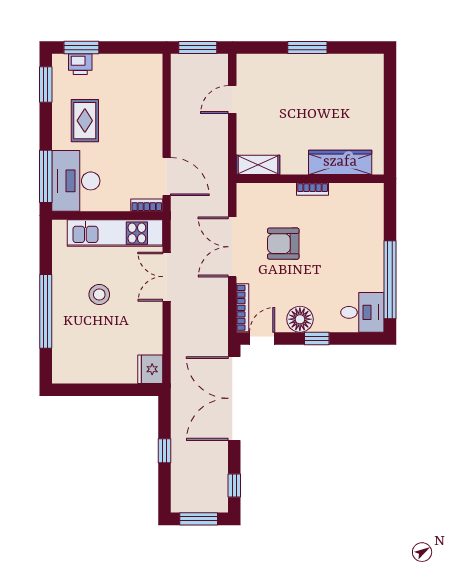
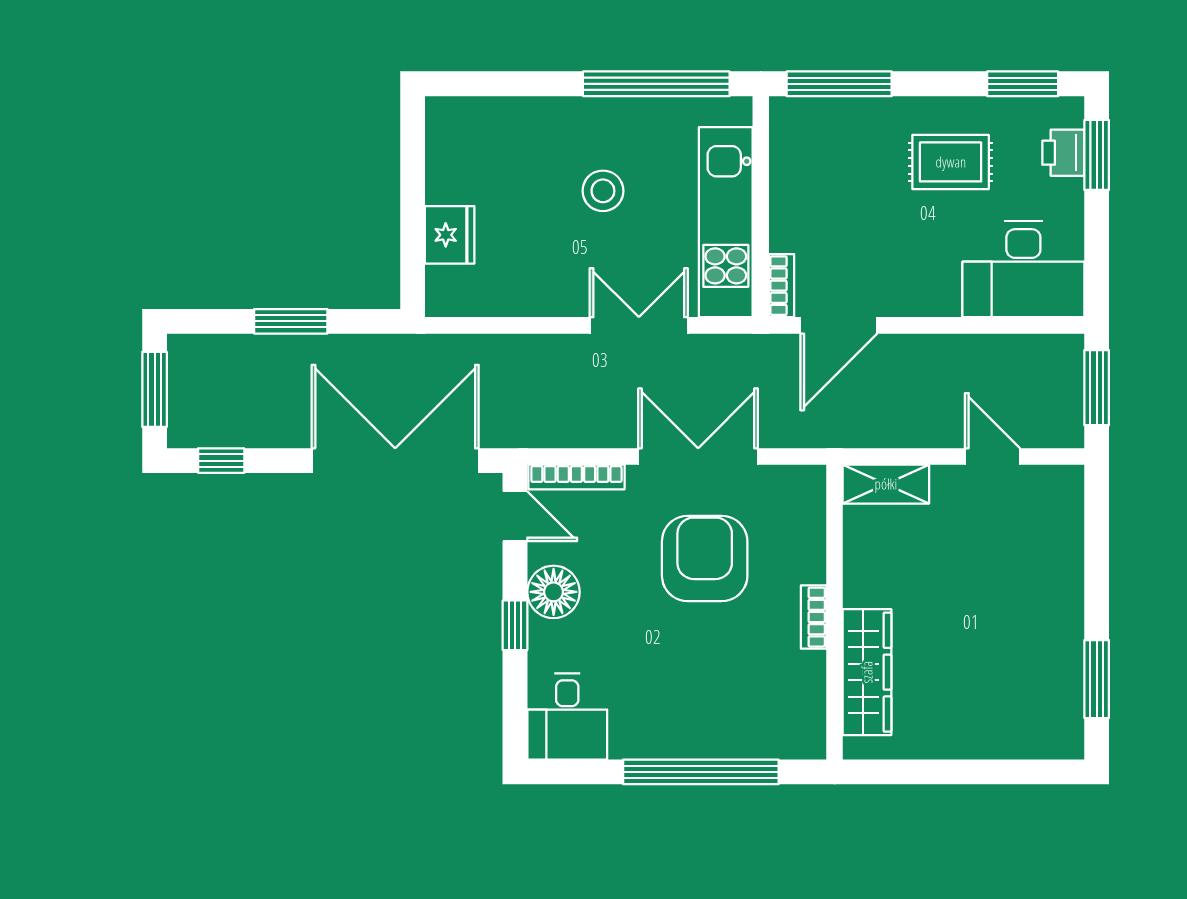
window: (307, 47) -> (1097, 679), moved
shelving: (258, 165) -> (886, 484), moved, turned 90
desk: (76, 181) -> (1023, 269), moved, turned 180
armchair: (283, 244) -> (705, 559), width x1.36, depth x1.36
window: (390, 280) -> (701, 772), moved
window: (46, 311) -> (656, 84), moved
fridge: (150, 369) -> (450, 235), moved, turned 90
window: (165, 451) -> (291, 321), width x1.50

